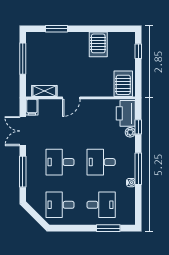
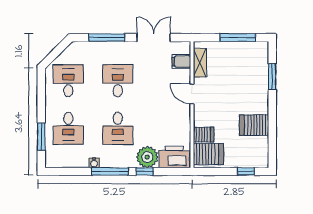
server rack: (107, 88) -> (204, 135), added
filing cabinet: (32, 107) -> (181, 62), moved
window: (138, 127) -> (144, 171), moved
plant: (130, 132) -> (147, 157), width x1.87, depth x1.87
desk: (101, 162) -> (118, 128), turned 180

